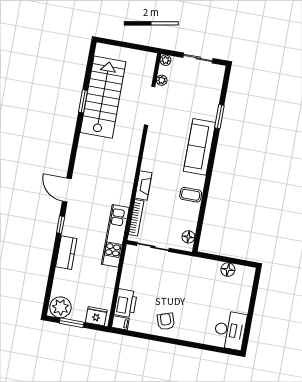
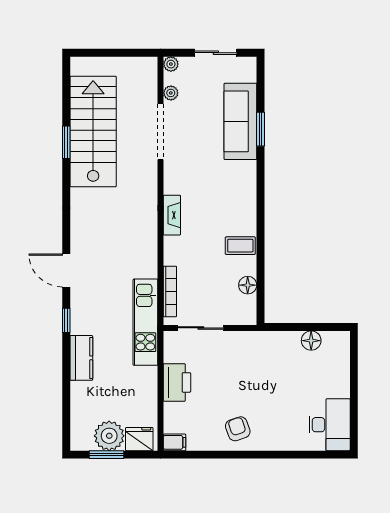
sofa: (199, 147) -> (240, 121), moved
fireplace: (143, 185) -> (172, 215), moved
floor lamp: (188, 237) -> (248, 285), moved
printer: (126, 303) -> (177, 382), moved
plant: (60, 307) -> (109, 436), moved

